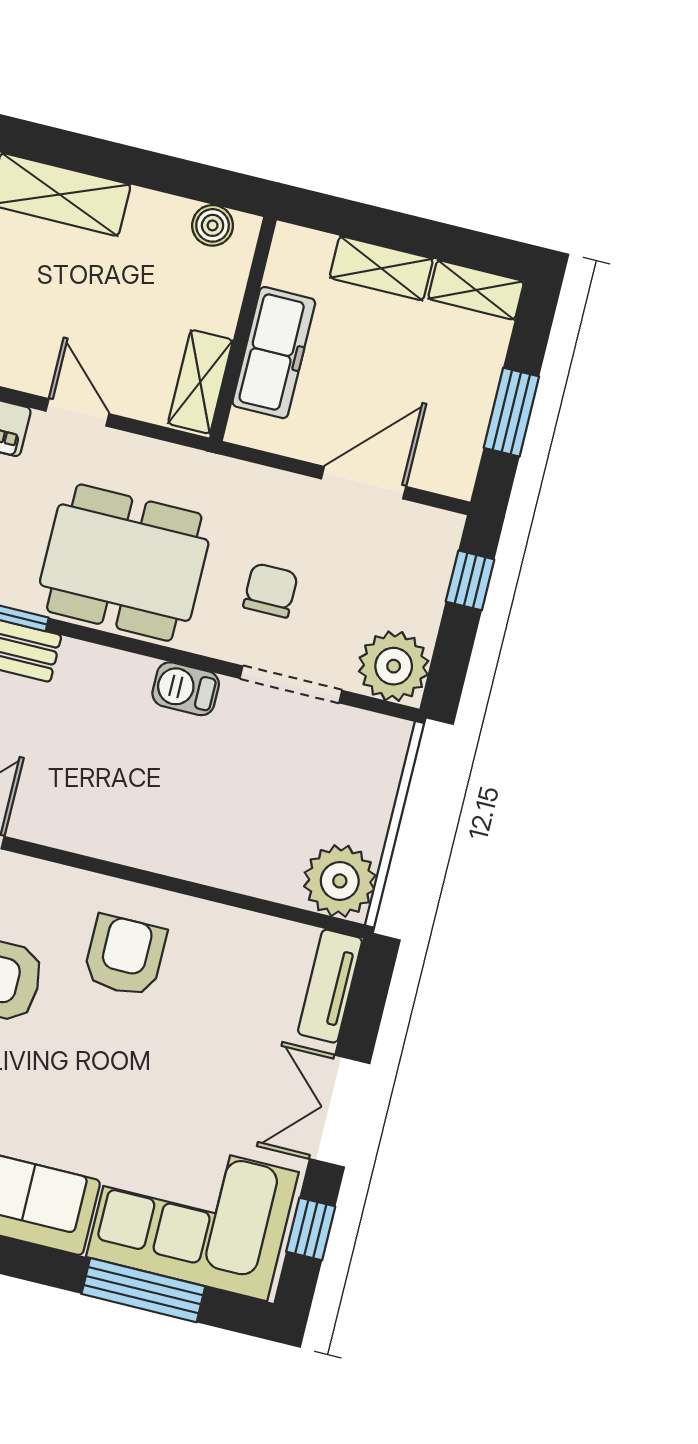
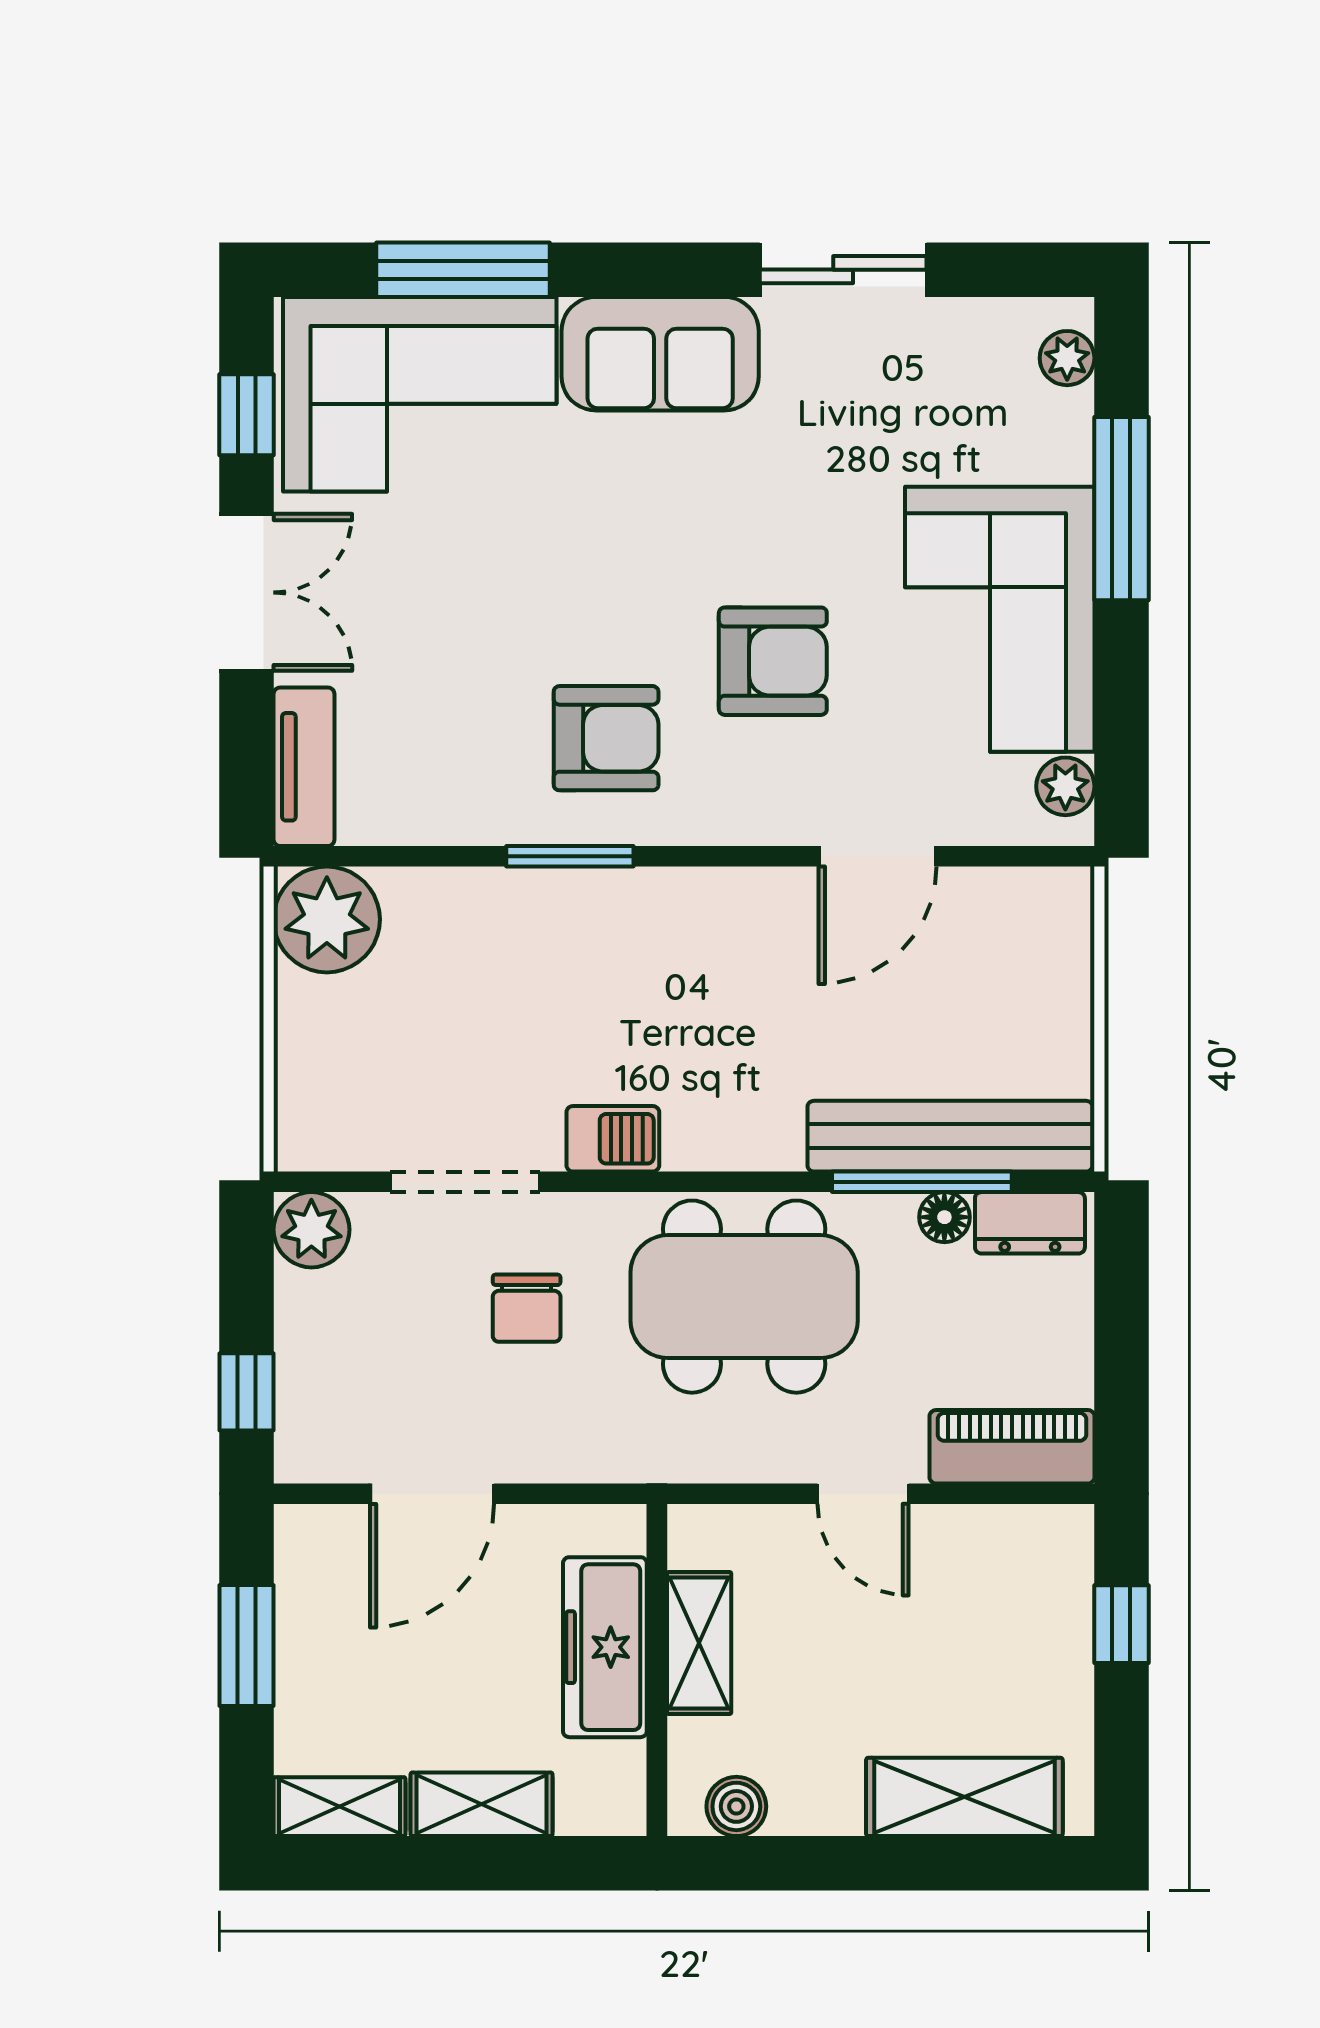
shelving: (200, 382) -> (699, 1643), moved
plant: (394, 666) -> (311, 1230), width x0.73, depth x0.73
window: (168, 883) -> (570, 856), added
armchair: (125, 956) -> (606, 738), turned -90

